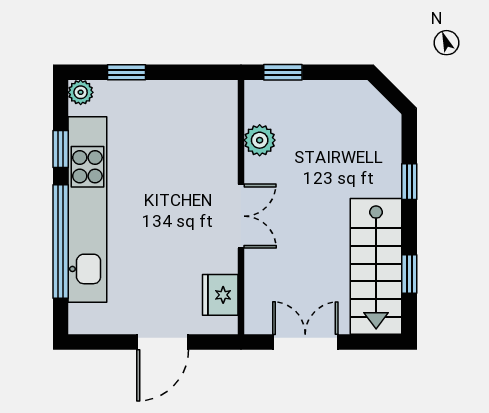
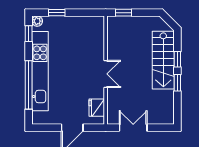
plant: (260, 140) -> (114, 42), removed
window: (61, 149) -> (29, 34), moved
stairs: (376, 266) -> (163, 60), moved
window: (409, 274) -> (177, 83), moved

